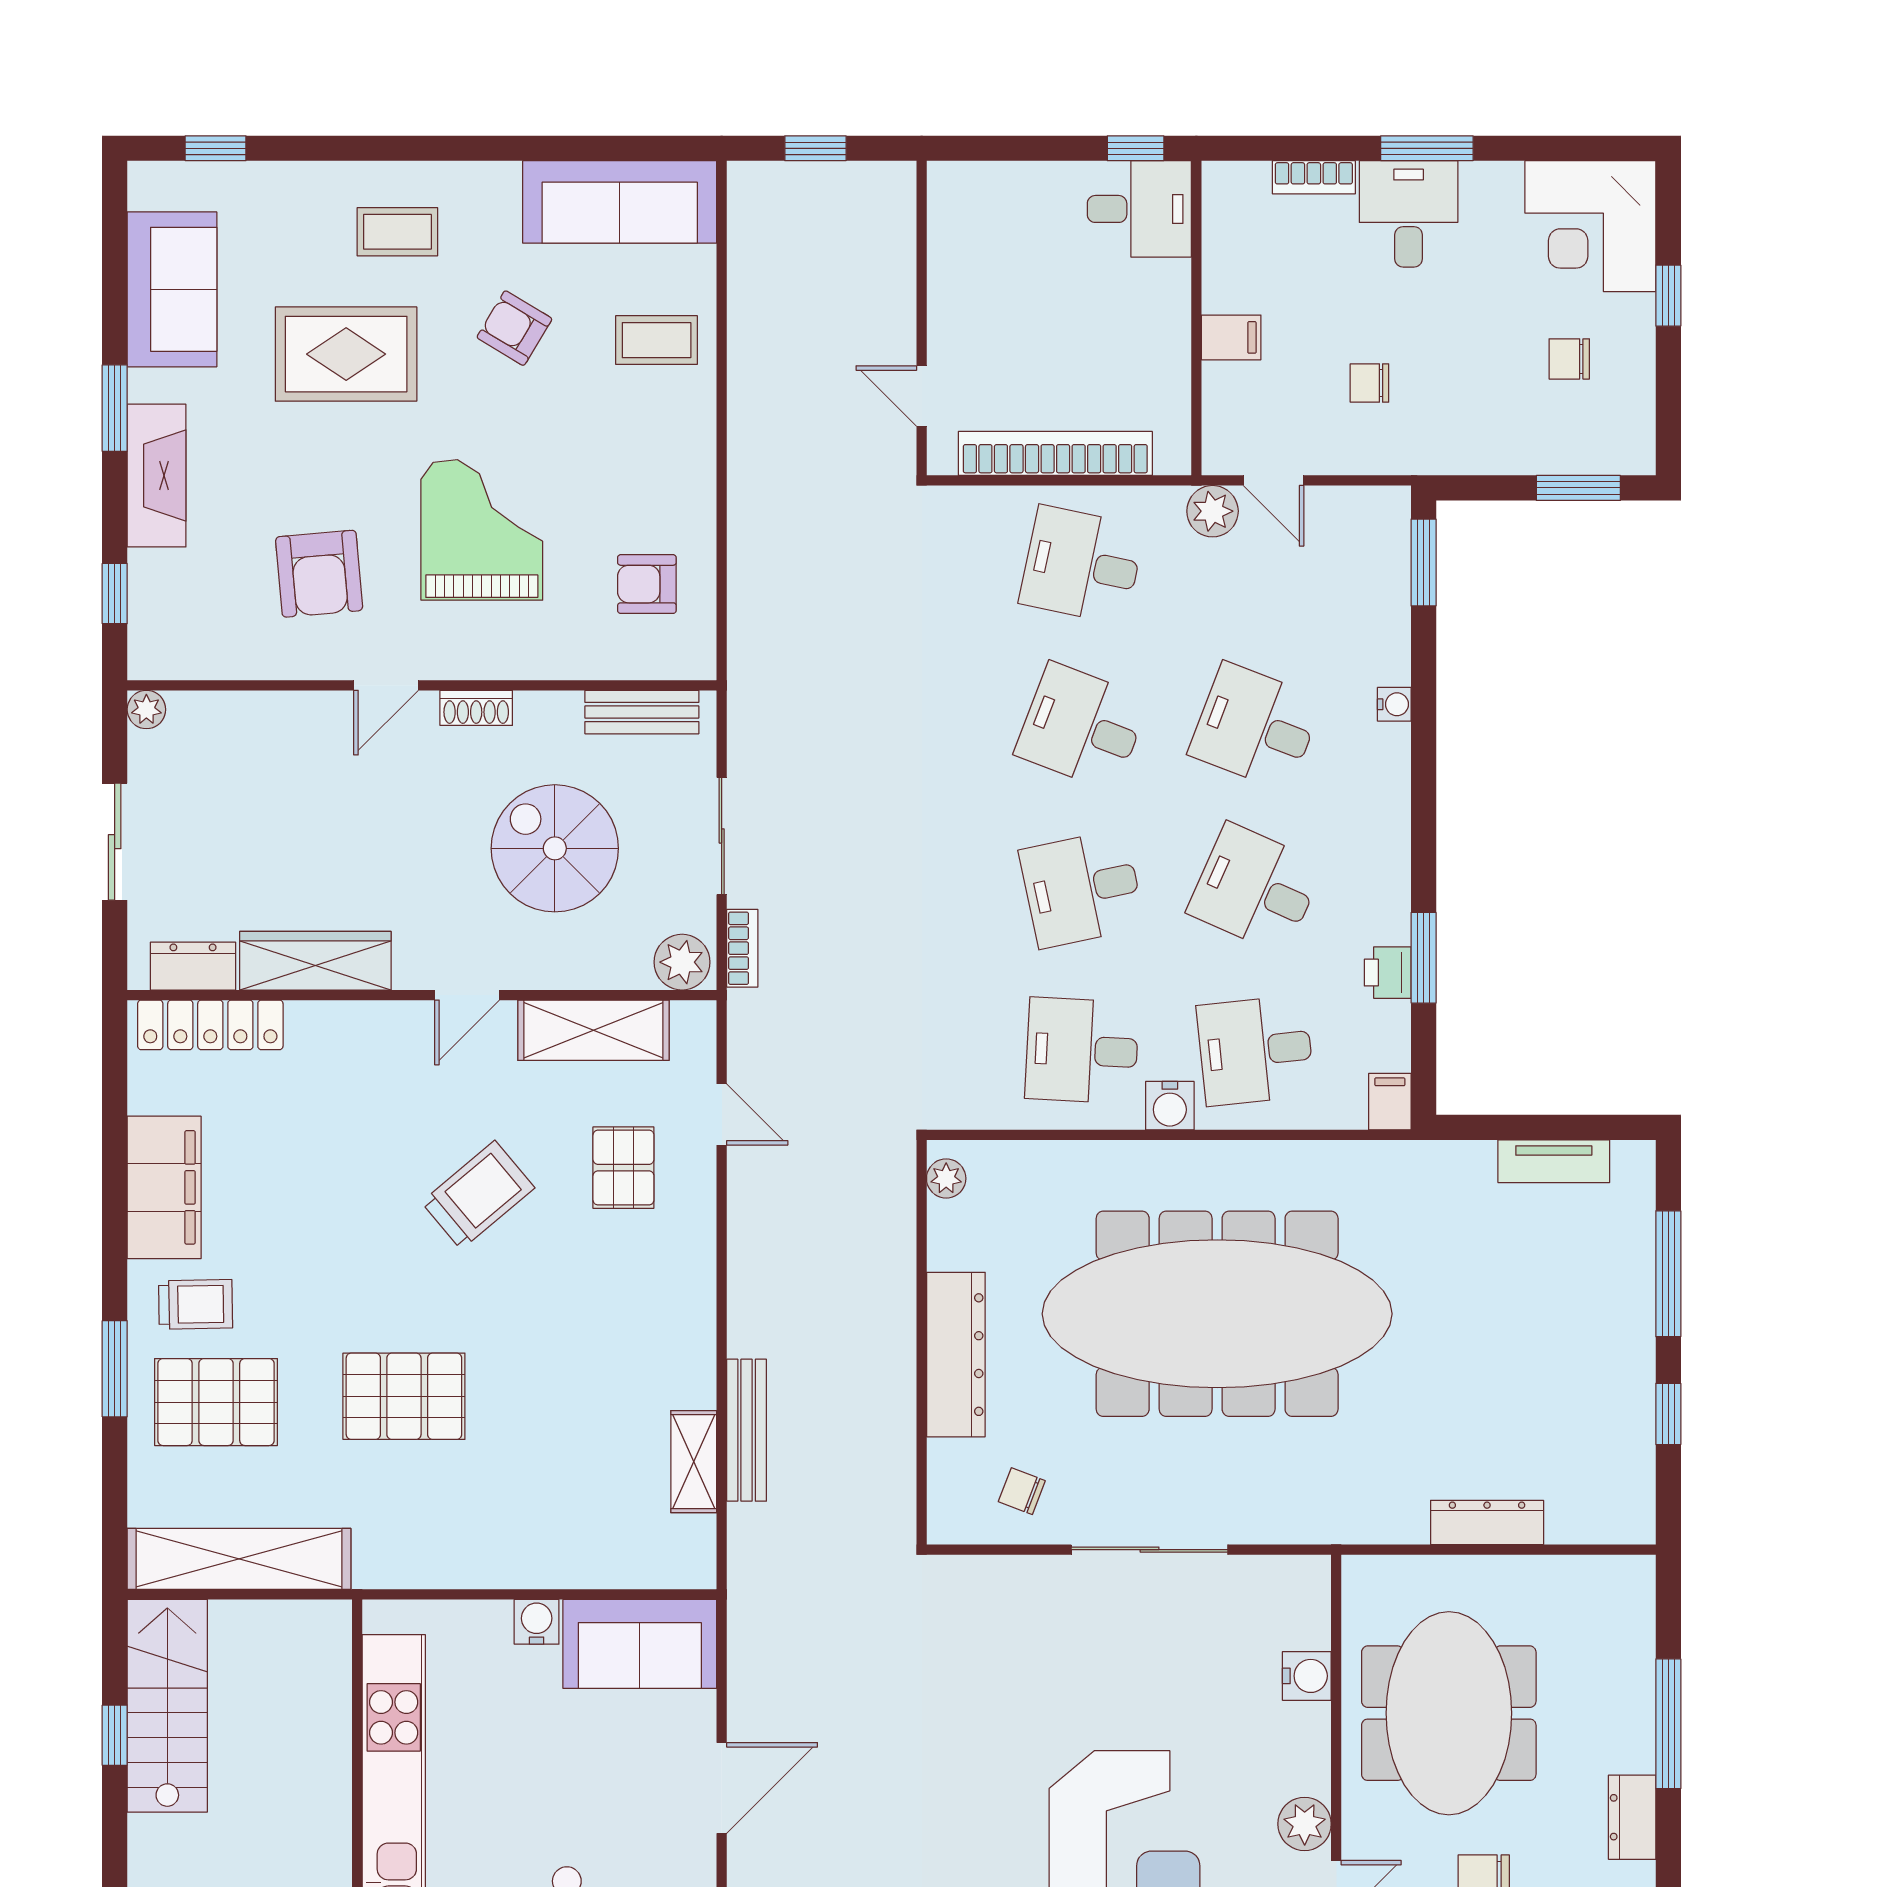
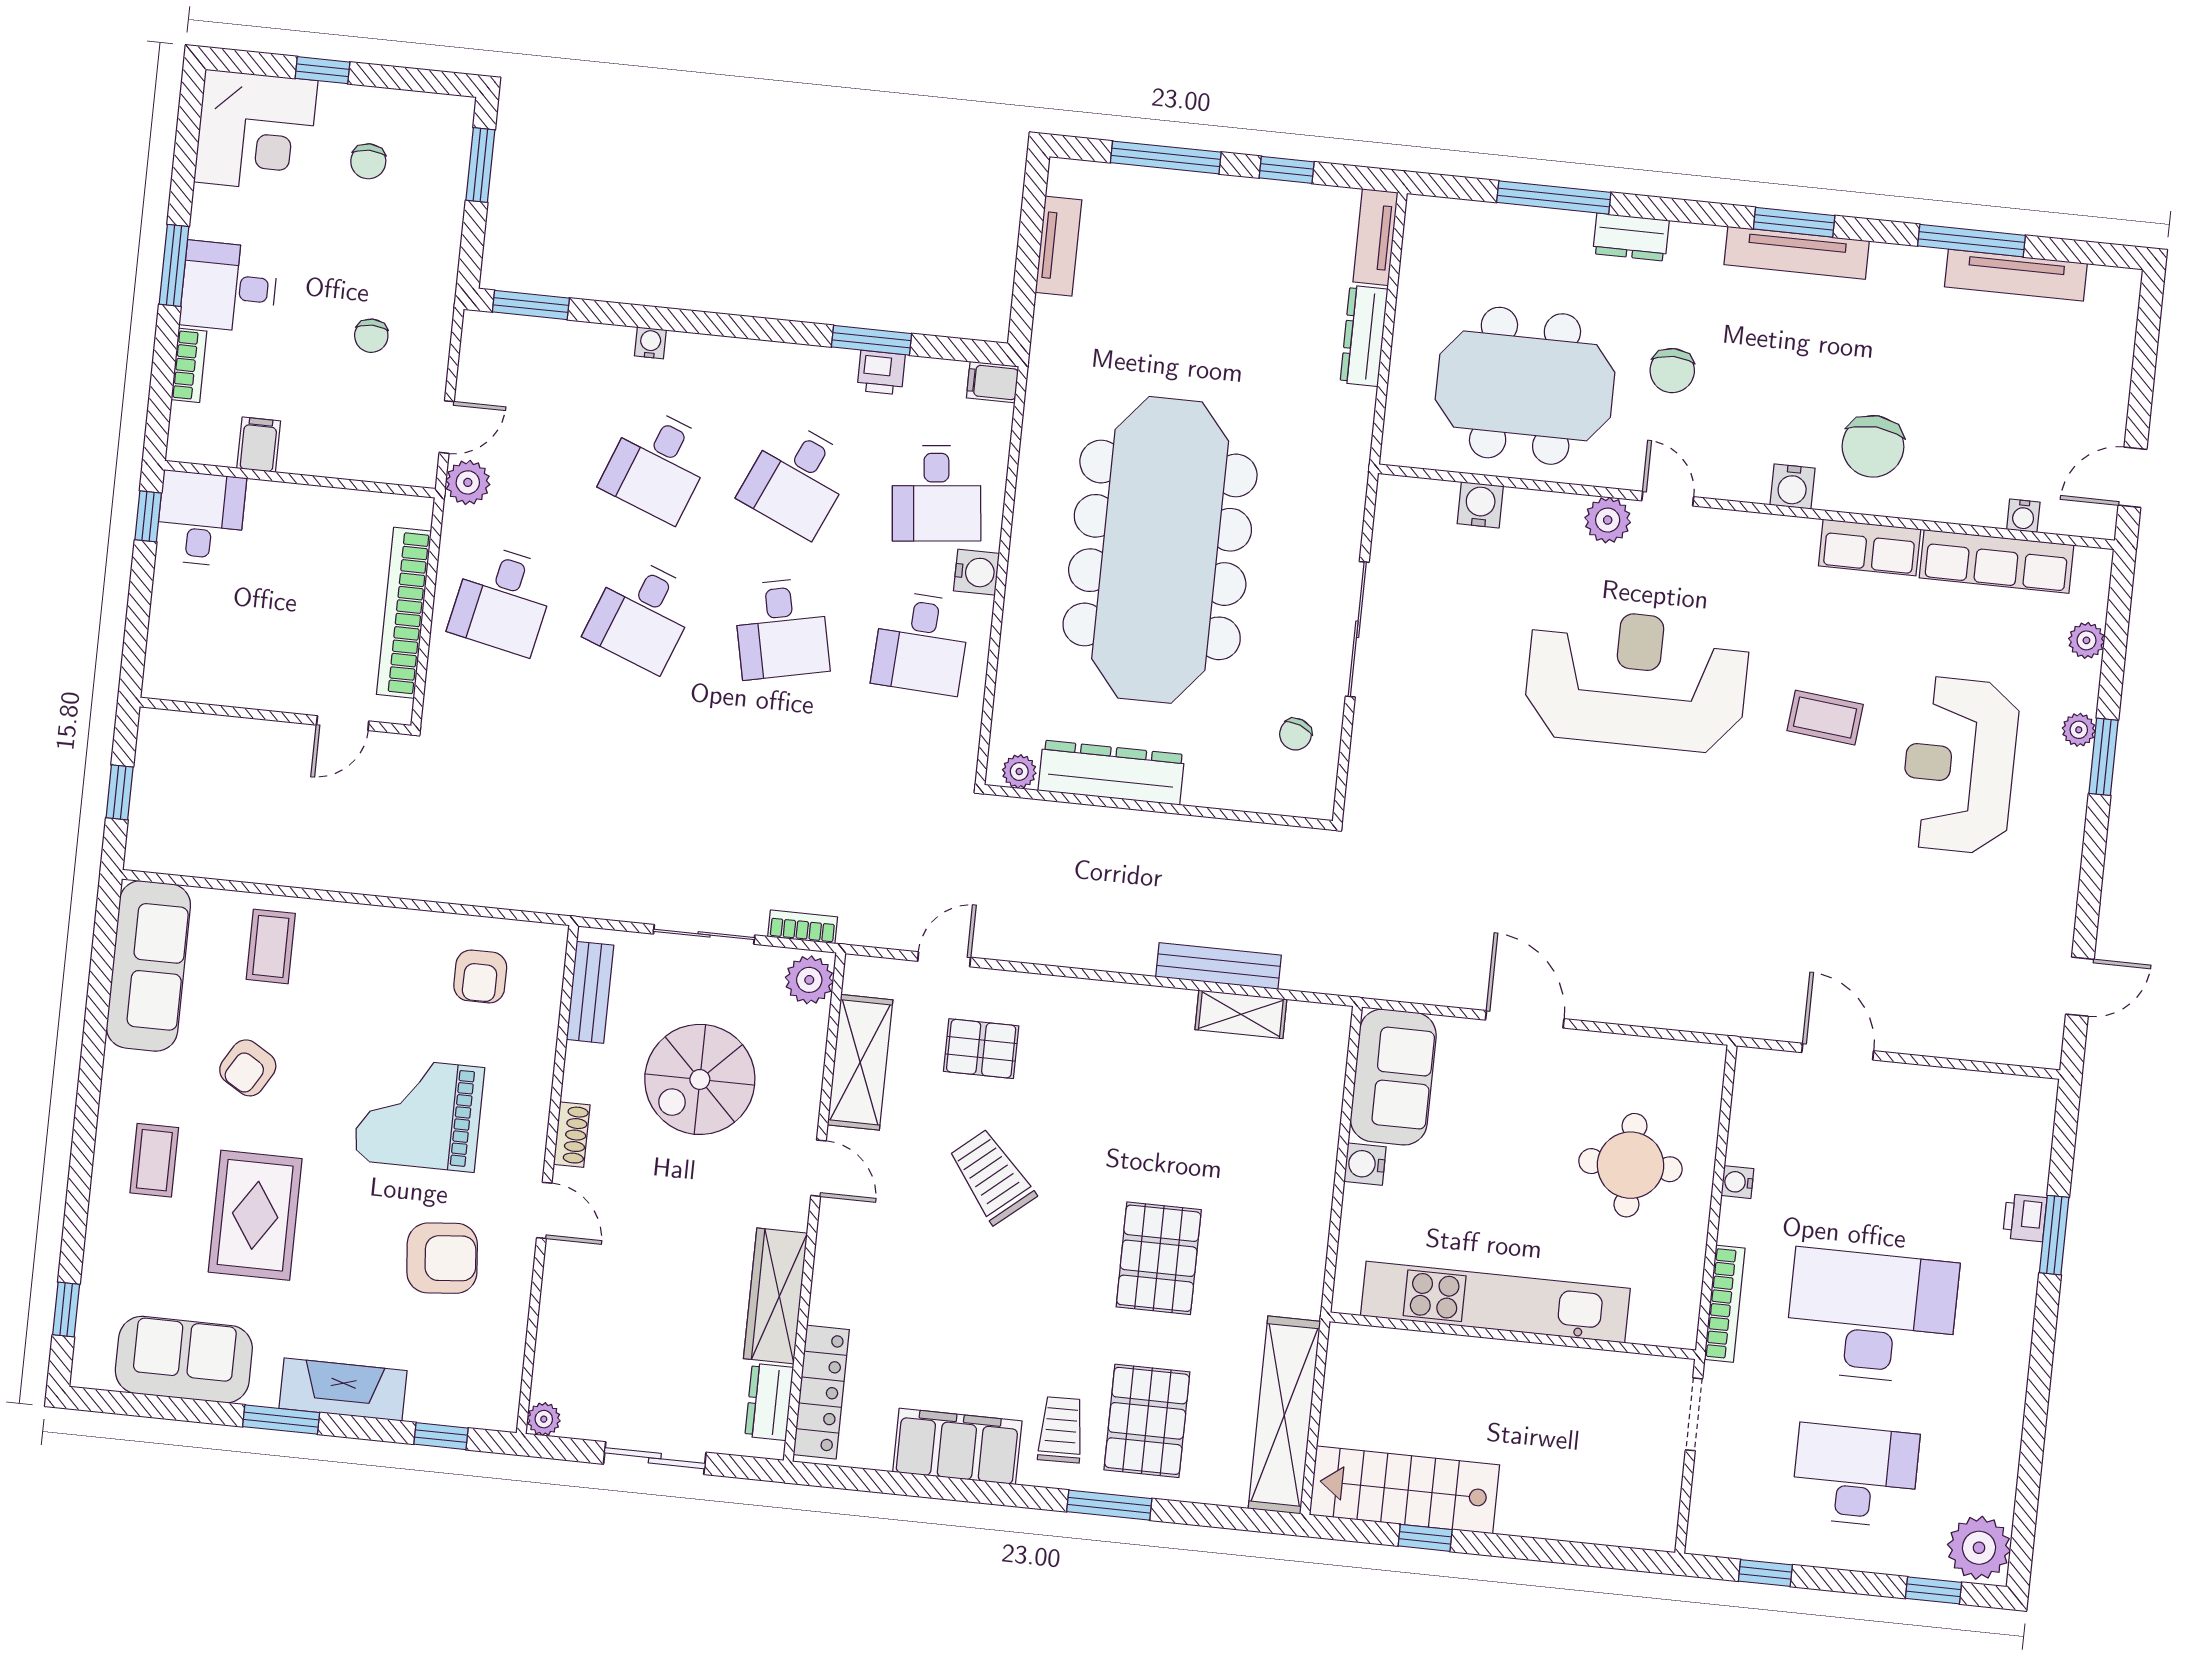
filing cabinet: (1231, 337) -> (259, 445), moved
dresser: (956, 1355) -> (1111, 773), moved
tv unit: (1602, 1524) -> (1375, 237), added

